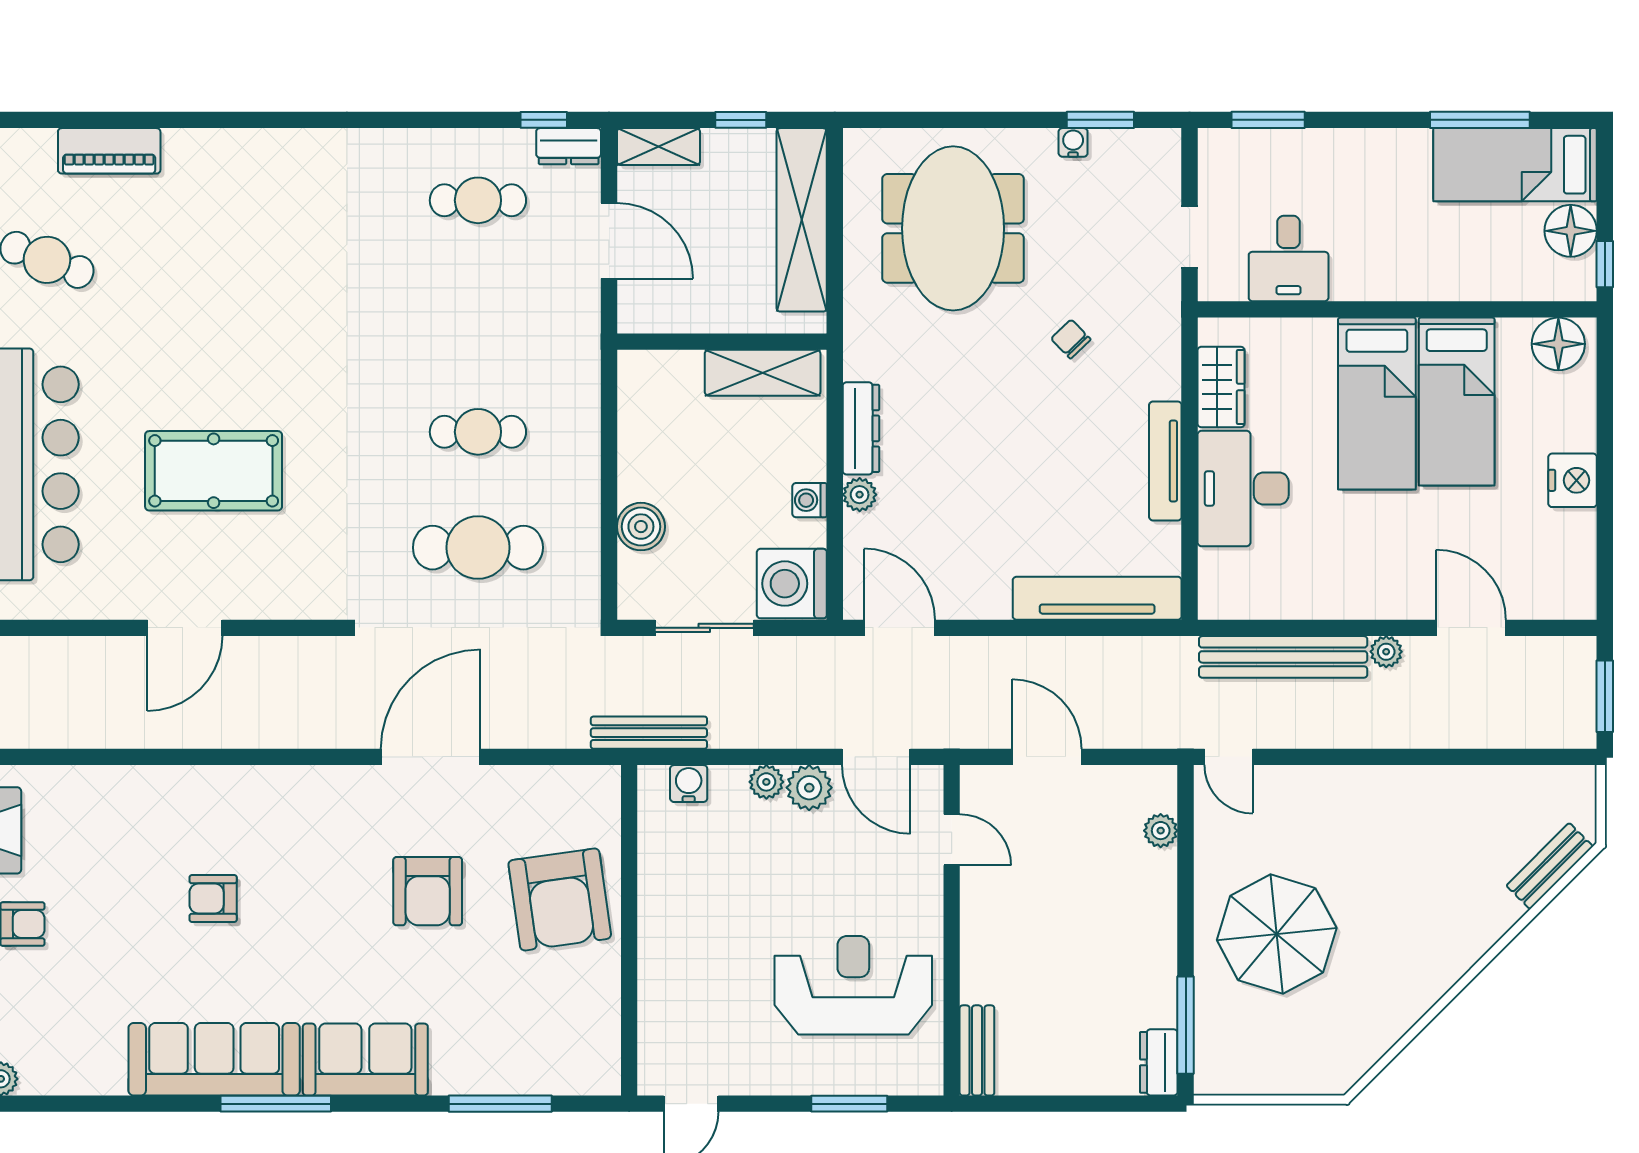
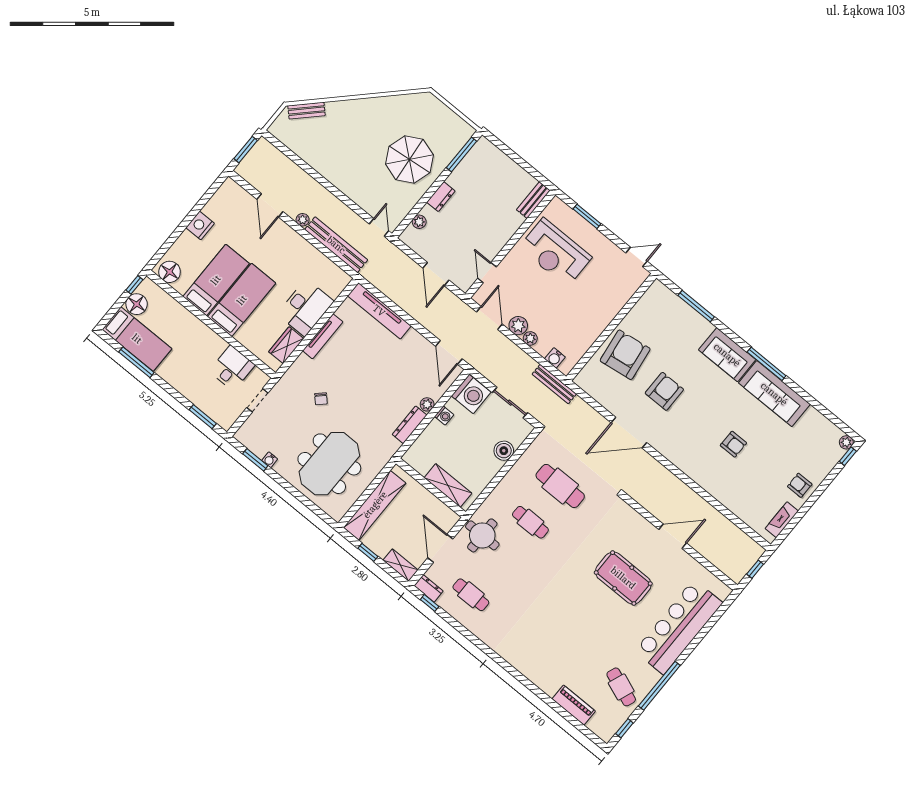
round table: (549, 331) -> (482, 535), added
shelving: (763, 373) -> (448, 485), moved
dresser: (1159, 1062) -> (441, 197), moved

